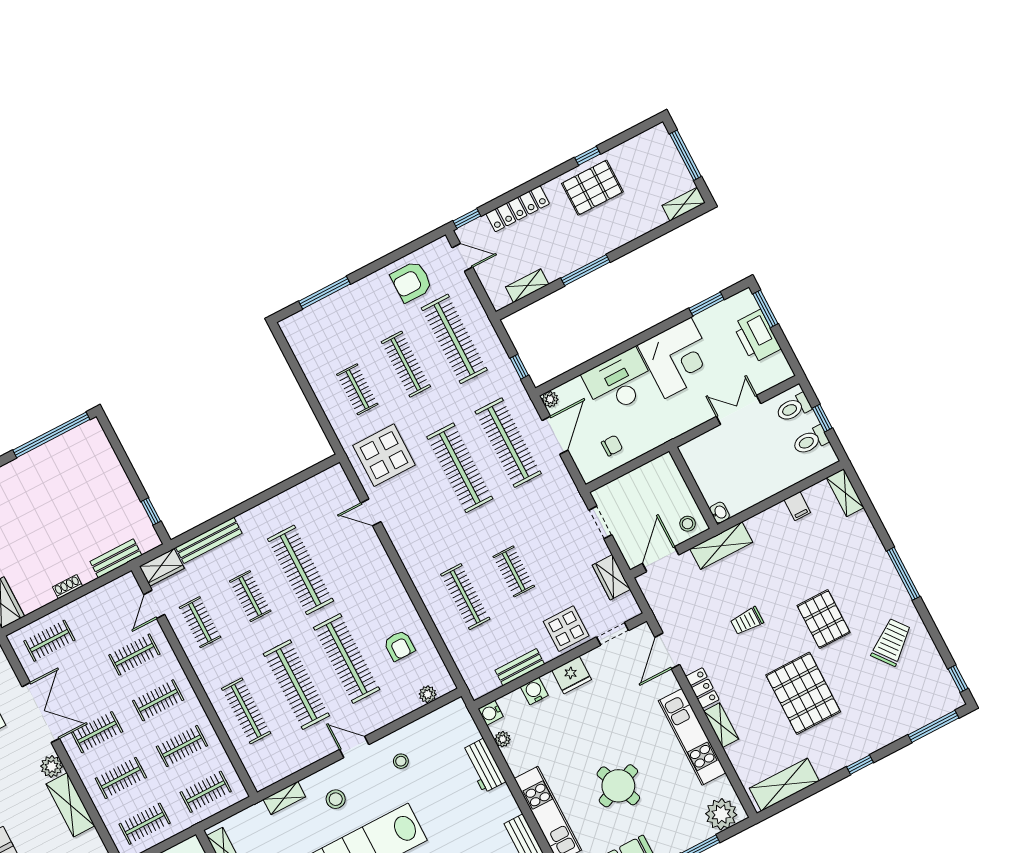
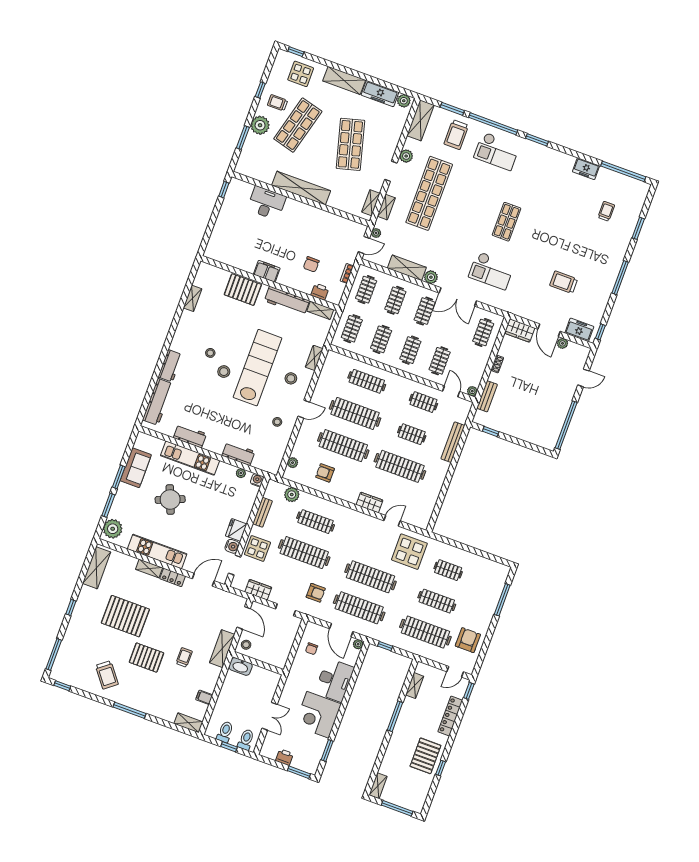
printer: (757, 336) -> (284, 757), width x0.53, depth x0.68
armchair: (544, 509) -> (316, 593), added
washbasin: (720, 513) -> (241, 666), width x1.91, depth x1.45
wardrobe: (162, 567) -> (370, 502), moved, turned 90
clothes rail: (514, 571) -> (304, 553), width x1.86, depth x1.31
plant: (128, 581) -> (472, 391), added
trolley: (747, 621) -> (184, 657), moved
door: (667, 651) -> (203, 580), hinge flipped
plant: (464, 656) -> (292, 495), added
water cooler: (534, 691) -> (232, 546), moved

